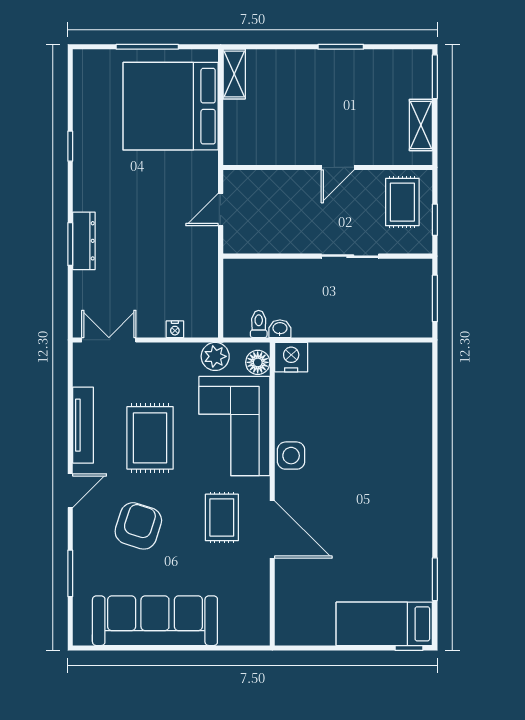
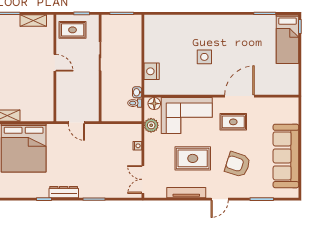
dresser: (84, 241) -> (64, 192), moved
nightstand: (291, 357) -> (152, 71), moved
side table: (291, 456) -> (204, 57), moved
door: (70, 491) -> (220, 199), swing flipped

